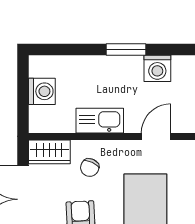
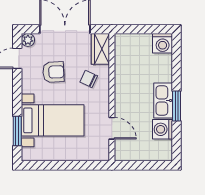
washing machine: (42, 91) -> (163, 43), moved
kitchen sink: (100, 121) -> (163, 100), moved, turned 180

